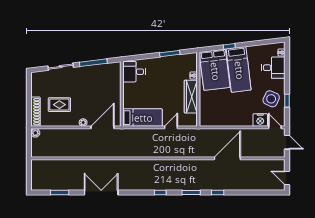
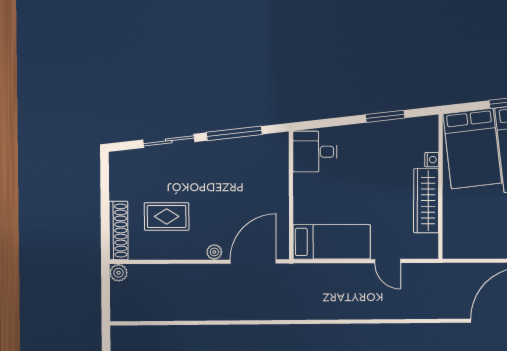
door: (171, 127) -> (388, 261), swing flipped

